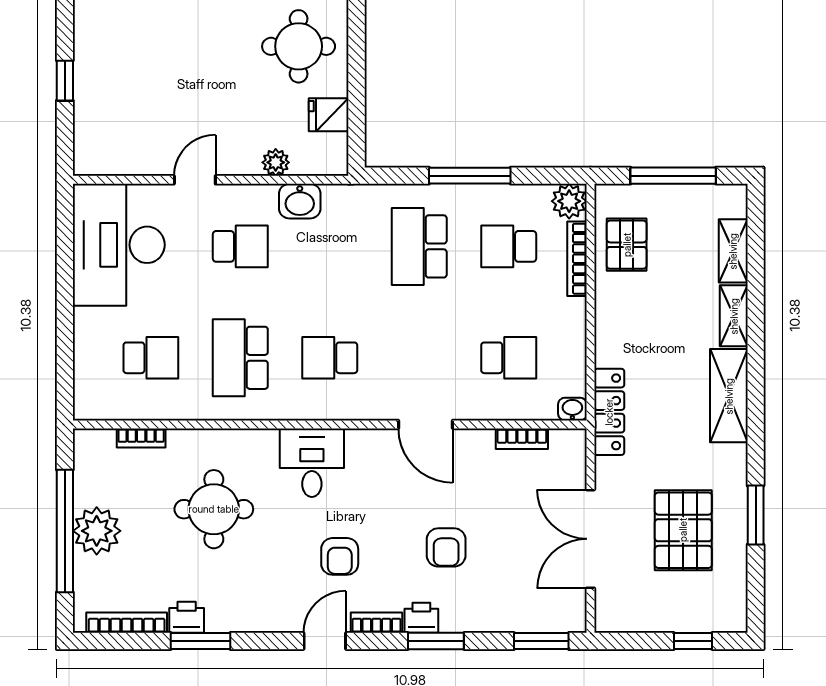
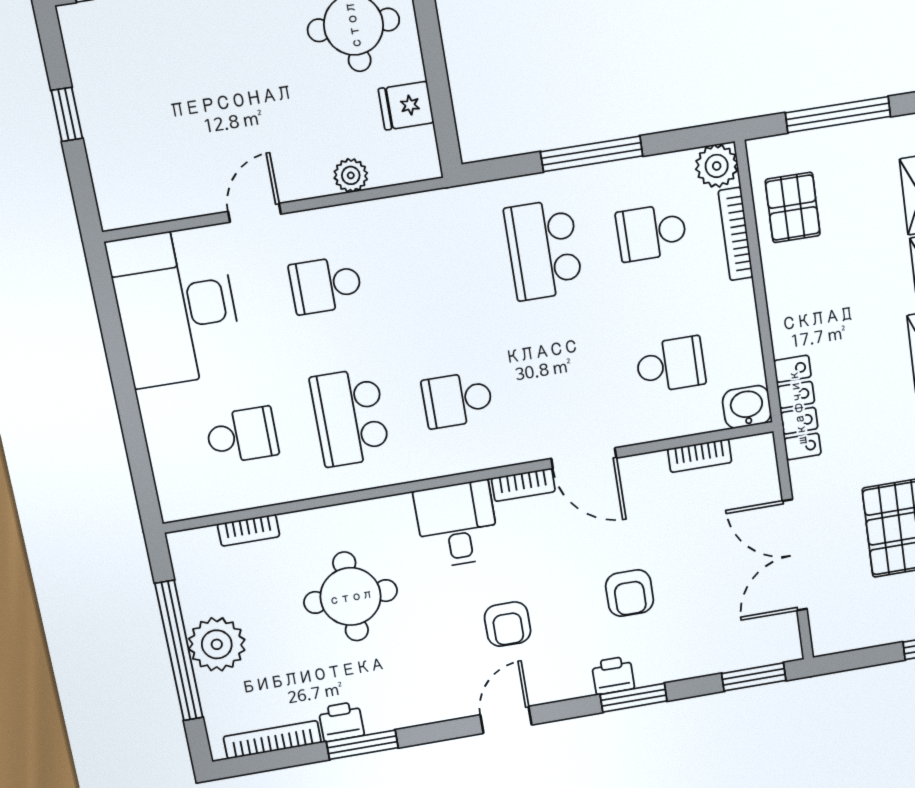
washbasin: (300, 201) -> (389, 218), removed
school desk: (240, 246) -> (326, 285), turned 180
washbasin: (572, 409) -> (747, 407), width x1.38, depth x1.45
bookcase: (376, 623) -> (523, 485), moved, turned 180

